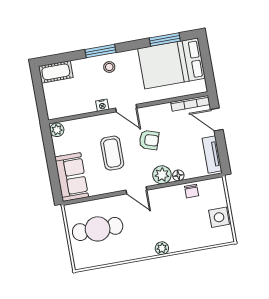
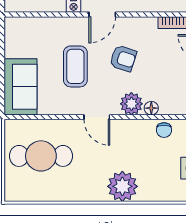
door: (126, 108) -> (102, 15), hinge flipped
plant: (57, 130) -> (13, 26), removed
plant: (162, 248) -> (122, 186), width x1.88, depth x1.88

